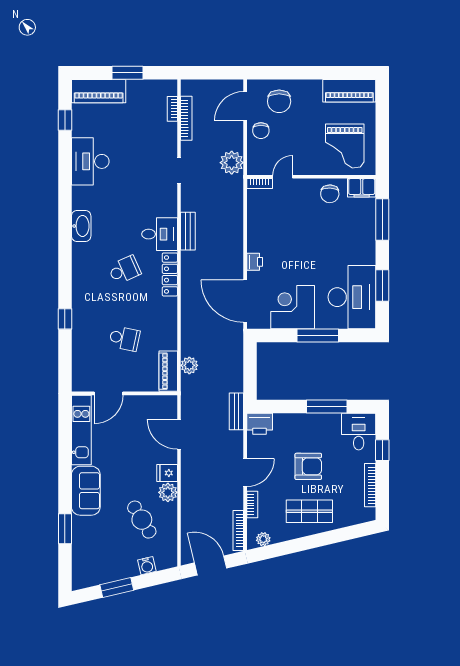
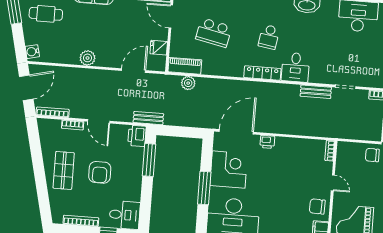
plant: (232, 163) -> (348, 130), removed
door: (283, 177) -> (333, 183), moved
bench: (188, 231) -> (316, 92), moved
school desk: (124, 270) -> (269, 37), turned 33
school desk: (124, 339) -> (214, 33), width x1.85
window: (327, 407) -> (149, 160), moved
fridge: (167, 473) -> (159, 48), moved, turned -90
cafe table: (142, 520) -> (46, 14), moved, turned 31
plant: (263, 539) -> (44, 132), removed
water cooler: (147, 566) -> (32, 52), moved

